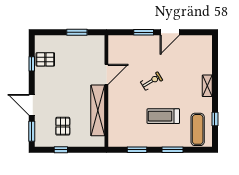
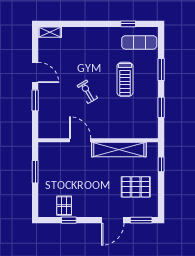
shelving: (207, 86) -> (50, 32), moved
pallet: (63, 126) -> (136, 187), width x1.50, depth x1.42
window: (61, 150) -> (161, 164), moved

